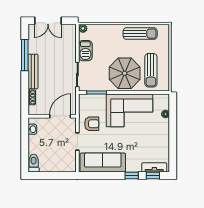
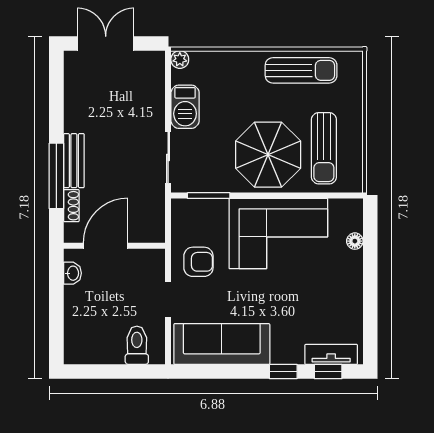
double door: (48, 21) -> (106, 43), swing flipped
window: (25, 55) -> (56, 176), moved
bench: (33, 71) -> (74, 161), width x0.73
door: (60, 116) -> (106, 246), moved
toilet: (34, 163) -> (137, 345), moved

